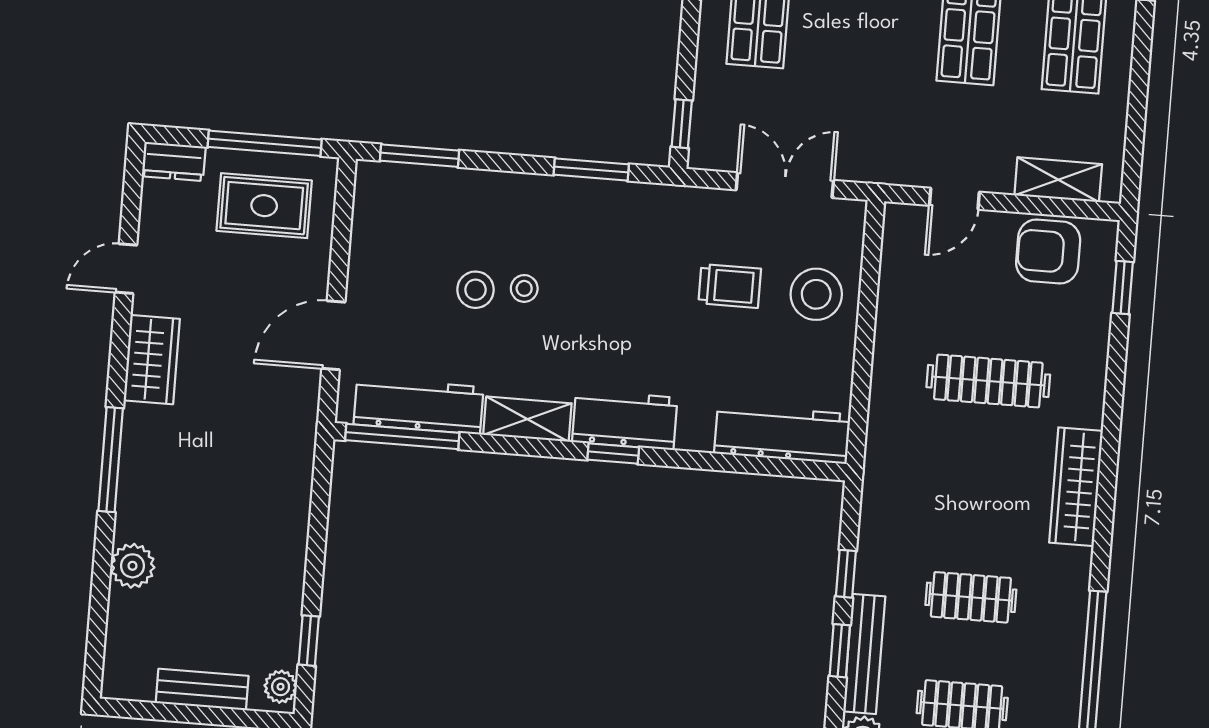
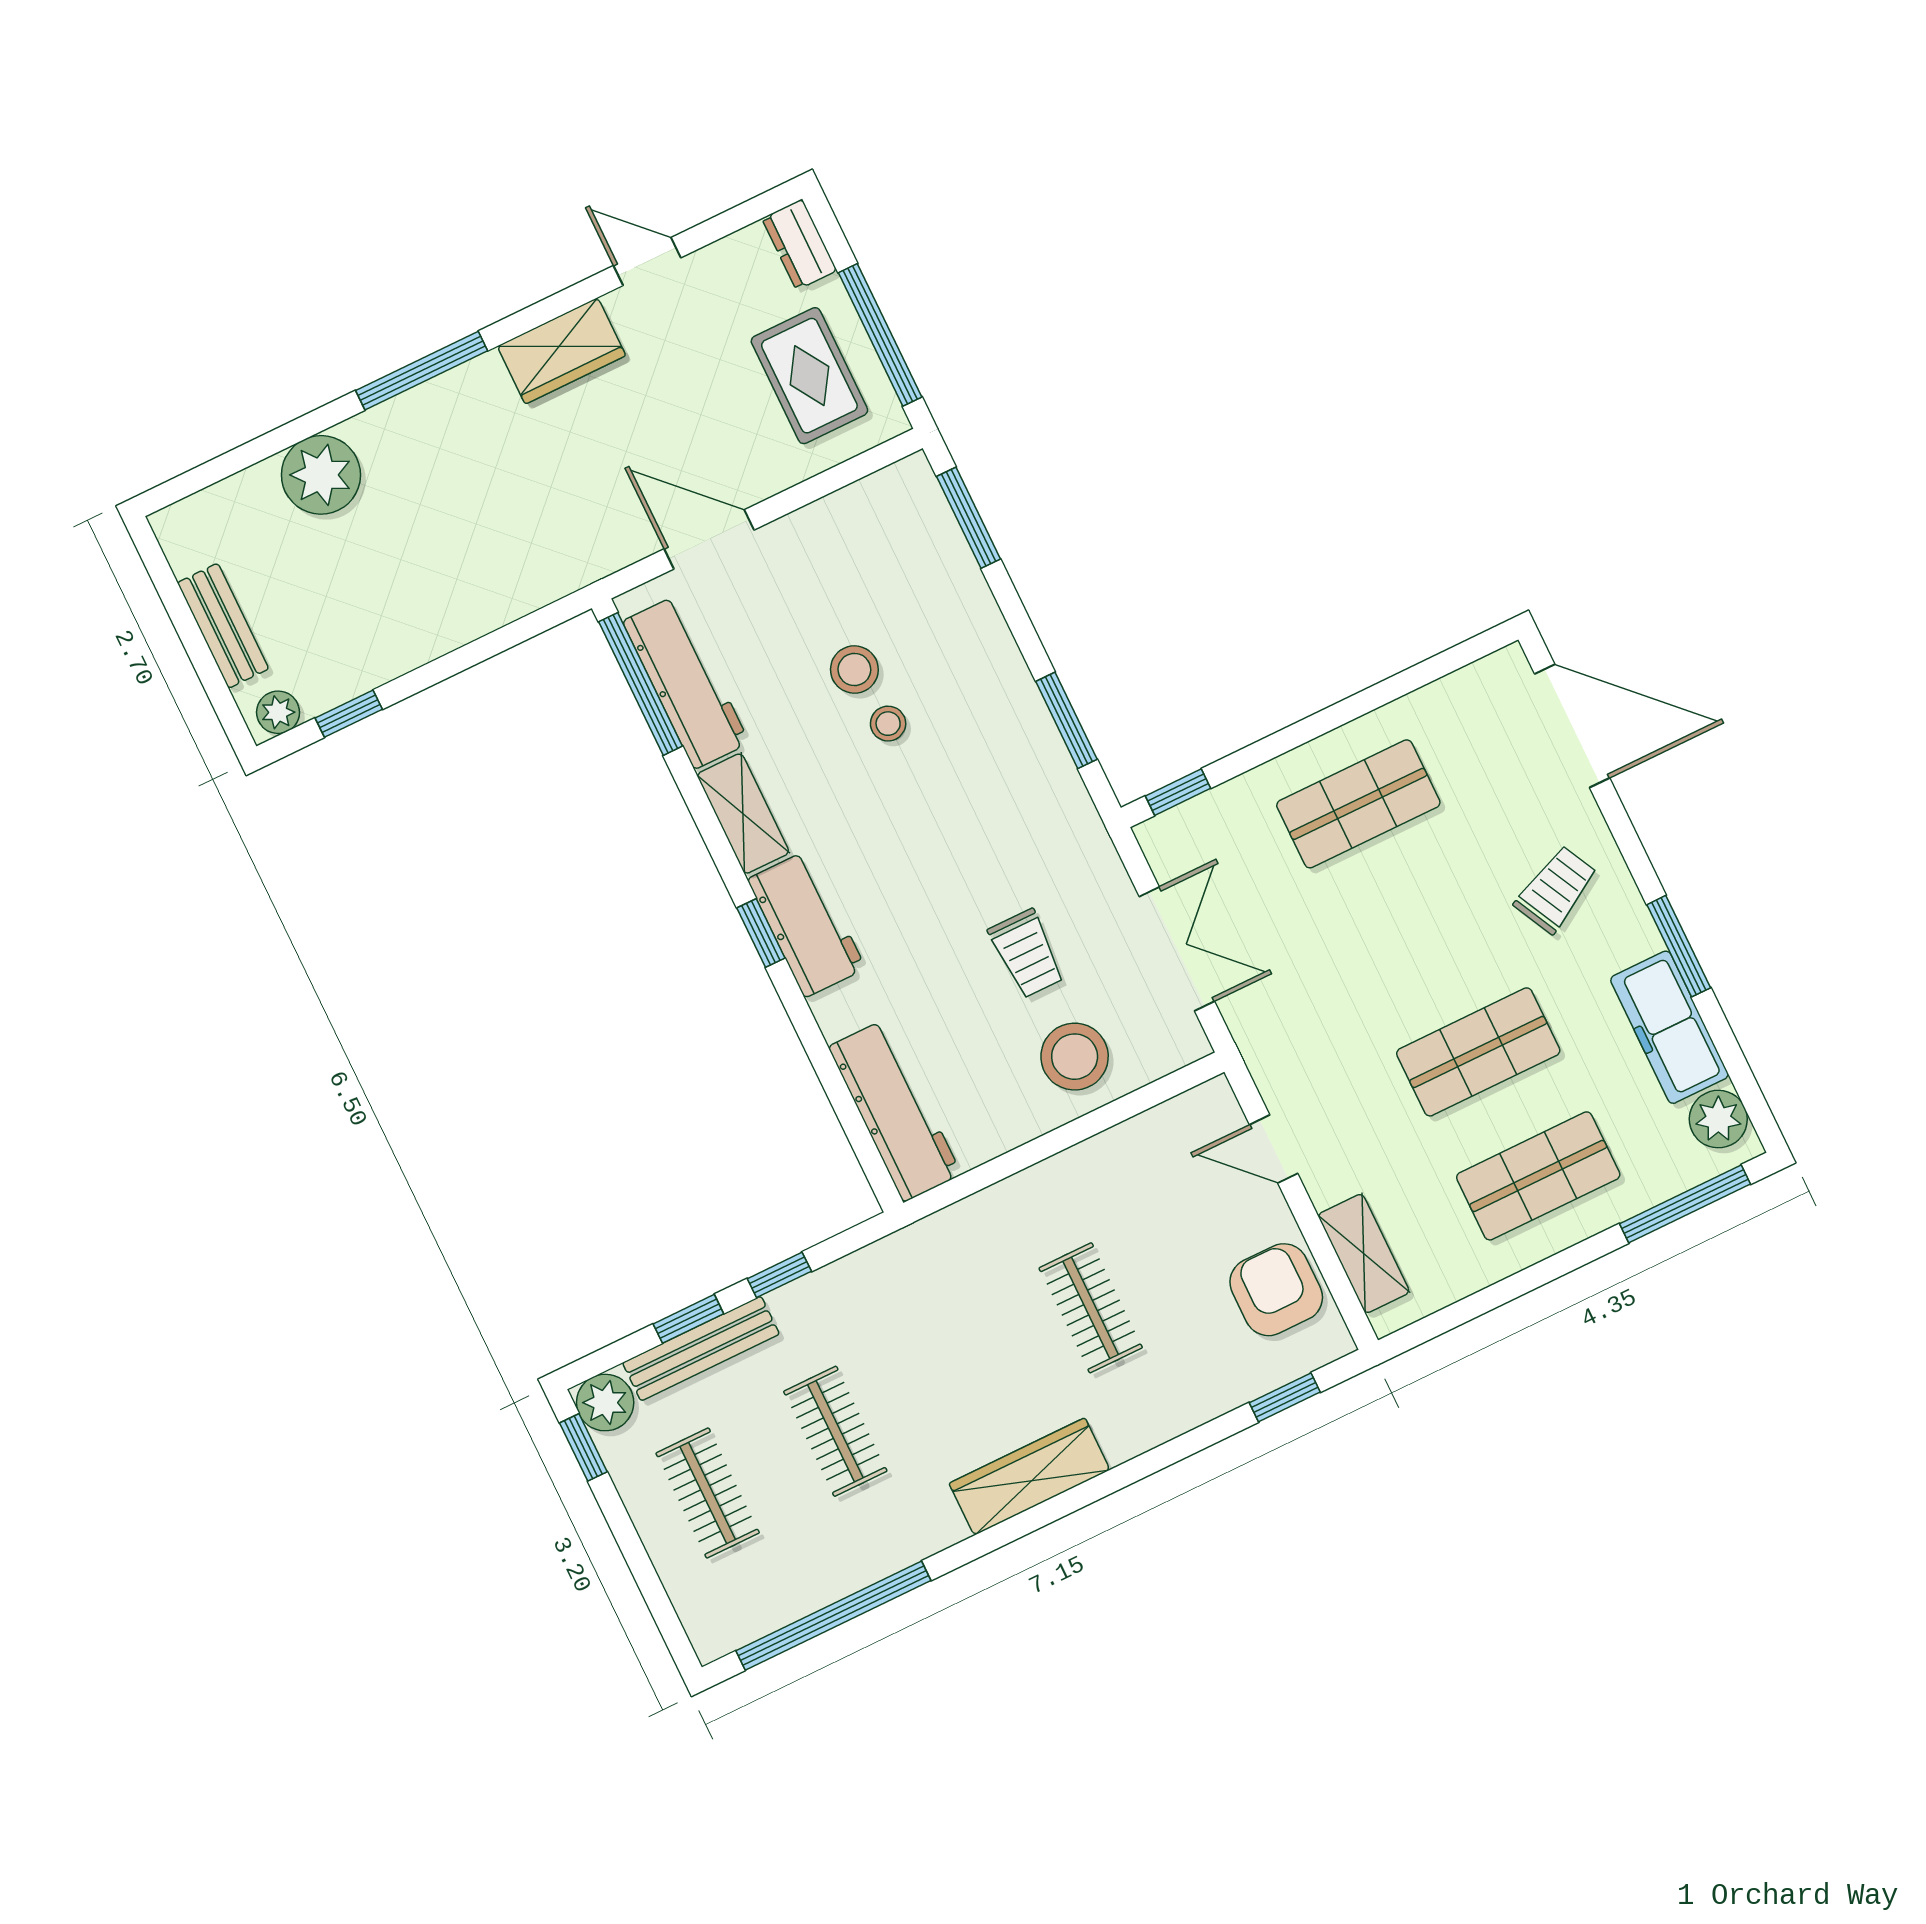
clothes rail: (988, 381) -> (1091, 1308), width x0.73
plant: (132, 566) -> (321, 475), width x1.36, depth x1.36

